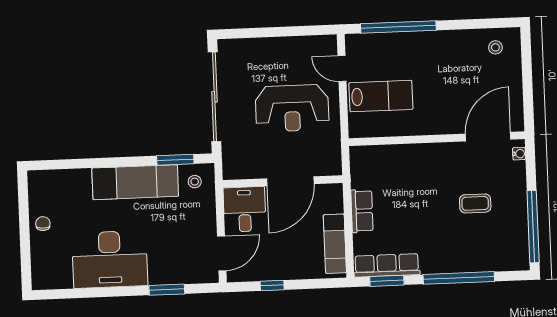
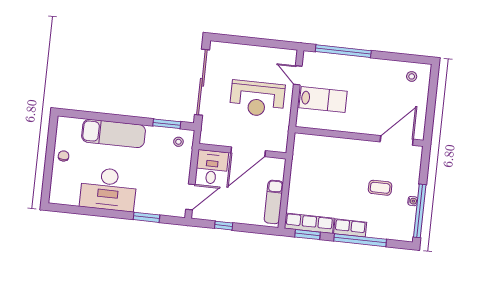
water cooler: (519, 154) -> (413, 201), moved
exam couch: (135, 182) -> (113, 133), moved
row of seats: (362, 211) -> (350, 228), moved, turned -90

